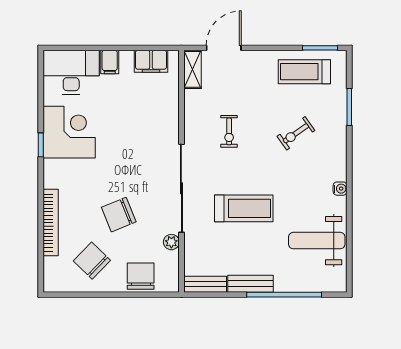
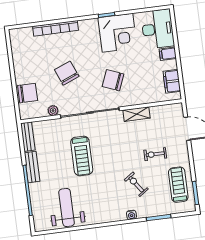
shelving: (192, 69) -> (137, 114), moved
exercise bike: (229, 131) -> (155, 154), moved
water cooler: (340, 189) -> (131, 215), moved
chair: (92, 261) -> (113, 80), moved, turned -112

